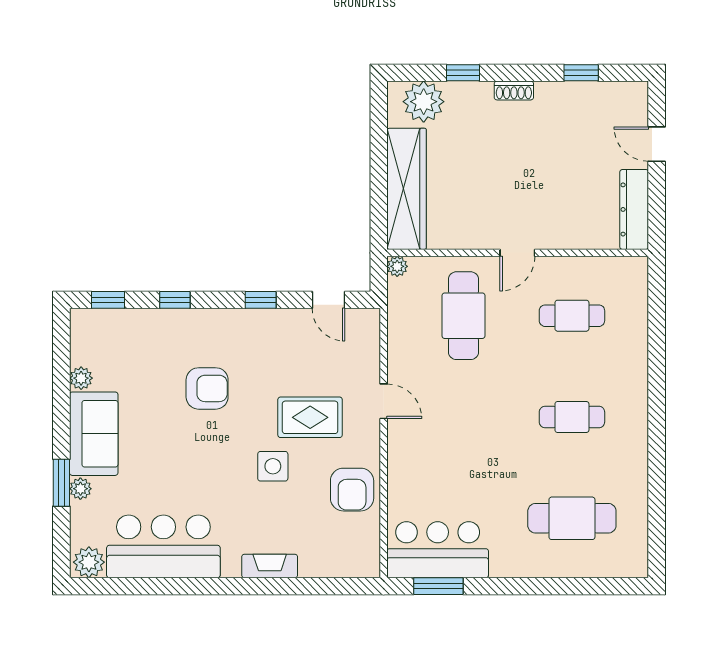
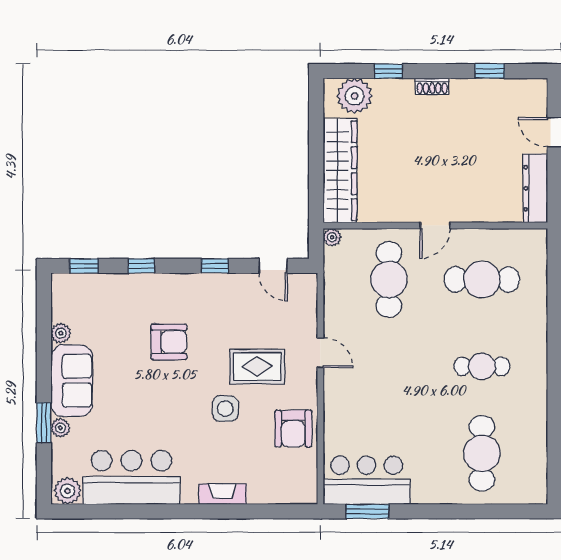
cafe table: (572, 316) -> (482, 279), width x1.37, depth x1.35
cafe table: (572, 518) -> (482, 453), turned 90

